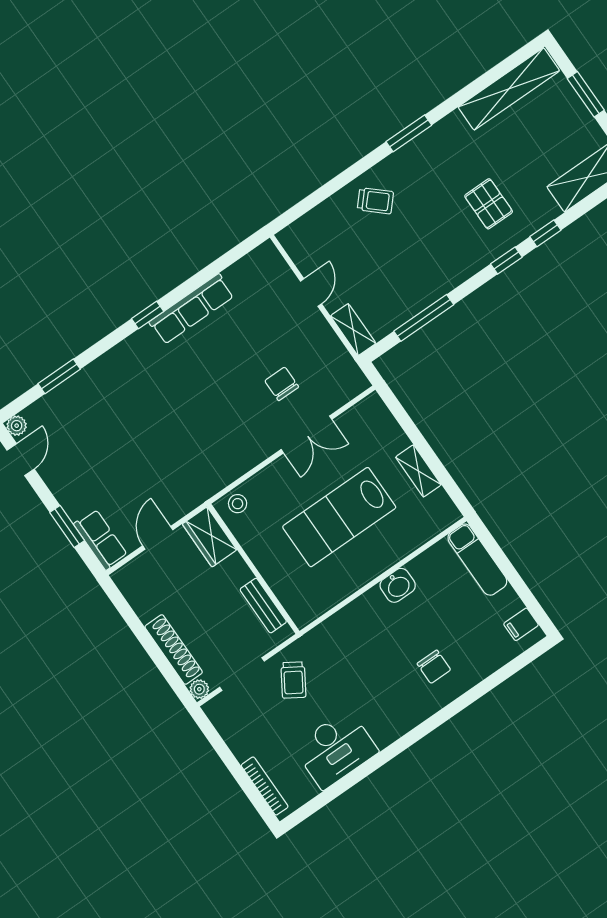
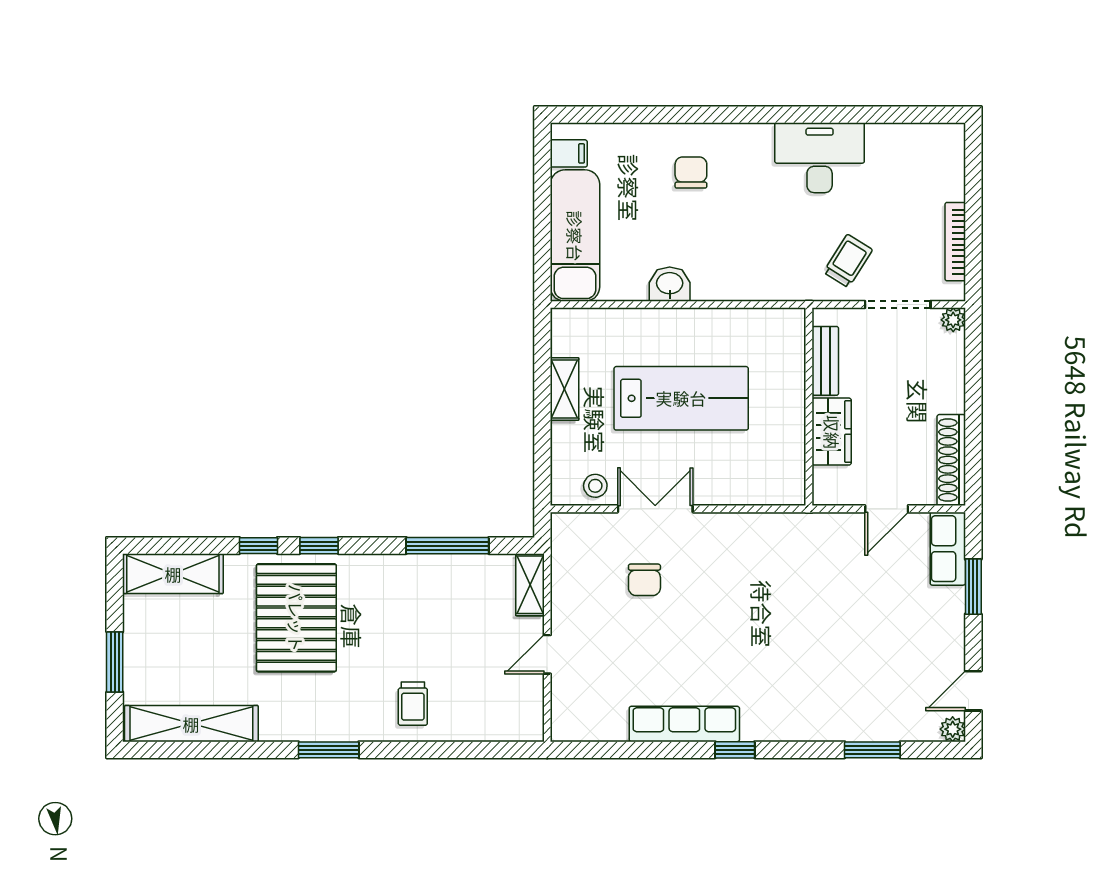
trolley: (375, 201) -> (413, 704), turned -132
pallet: (489, 204) -> (296, 618), width x2.05, depth x2.00
stool: (238, 504) -> (595, 486), moved
wardrobe: (209, 537) -> (832, 432), moved
exam couch: (477, 560) -> (575, 236), width x1.36, depth x1.45
shoe rack: (174, 650) -> (951, 460), moved
desk: (336, 749) -> (820, 158), moved
bookcase: (265, 786) -> (955, 242), moved

